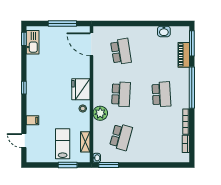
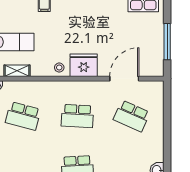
door: (91, 44) -> (124, 79), moved
school desk: (121, 51) -> (132, 116), turned 33
plant: (100, 113) -> (53, 90), removed

